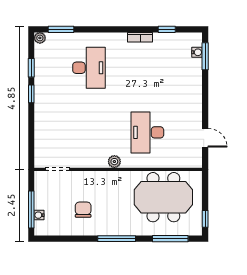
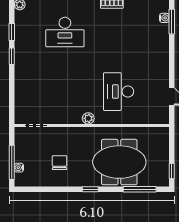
desk: (89, 68) -> (65, 32), turned 90
meeting table: (163, 197) -> (119, 162), moved
window: (117, 239) -> (90, 189), width x0.46

